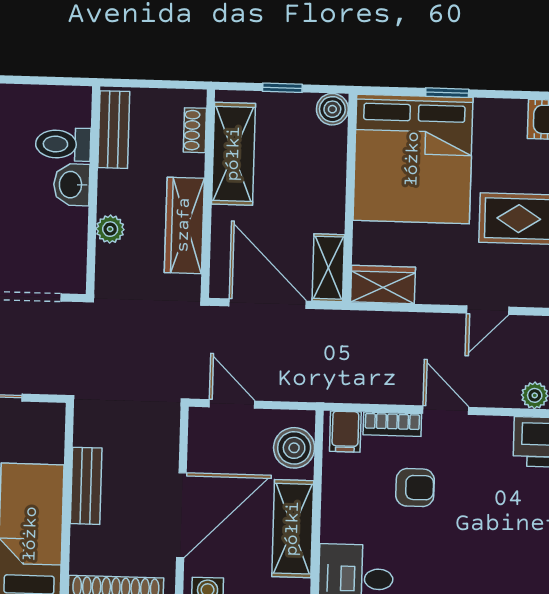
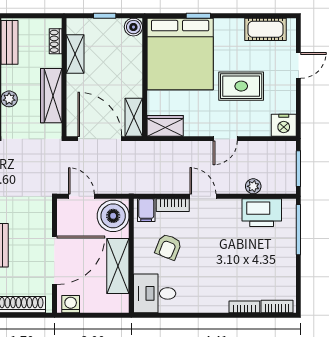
shelving: (234, 154) -> (75, 54), width x0.67, depth x0.75
boiler: (294, 448) -> (113, 216), width x1.37, depth x1.37
armchair: (415, 488) -> (168, 247), moved, turned 112

